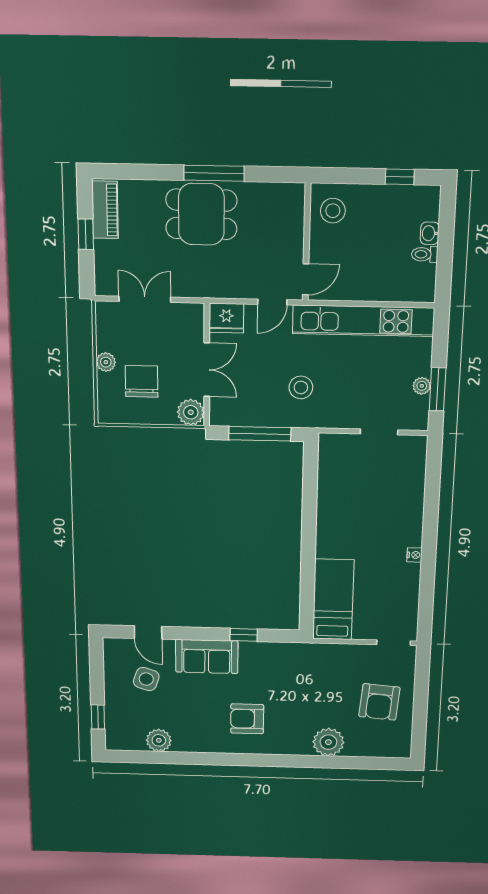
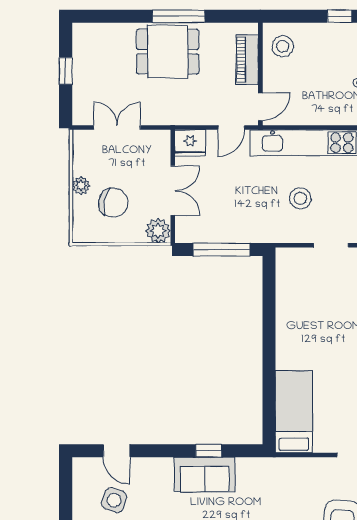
piano: (105, 210) -> (247, 60), moved, turned 180
chair: (142, 381) -> (113, 203), turned 101
stool: (301, 387) -> (300, 198), moved
sofa: (207, 657) -> (205, 475), moved

